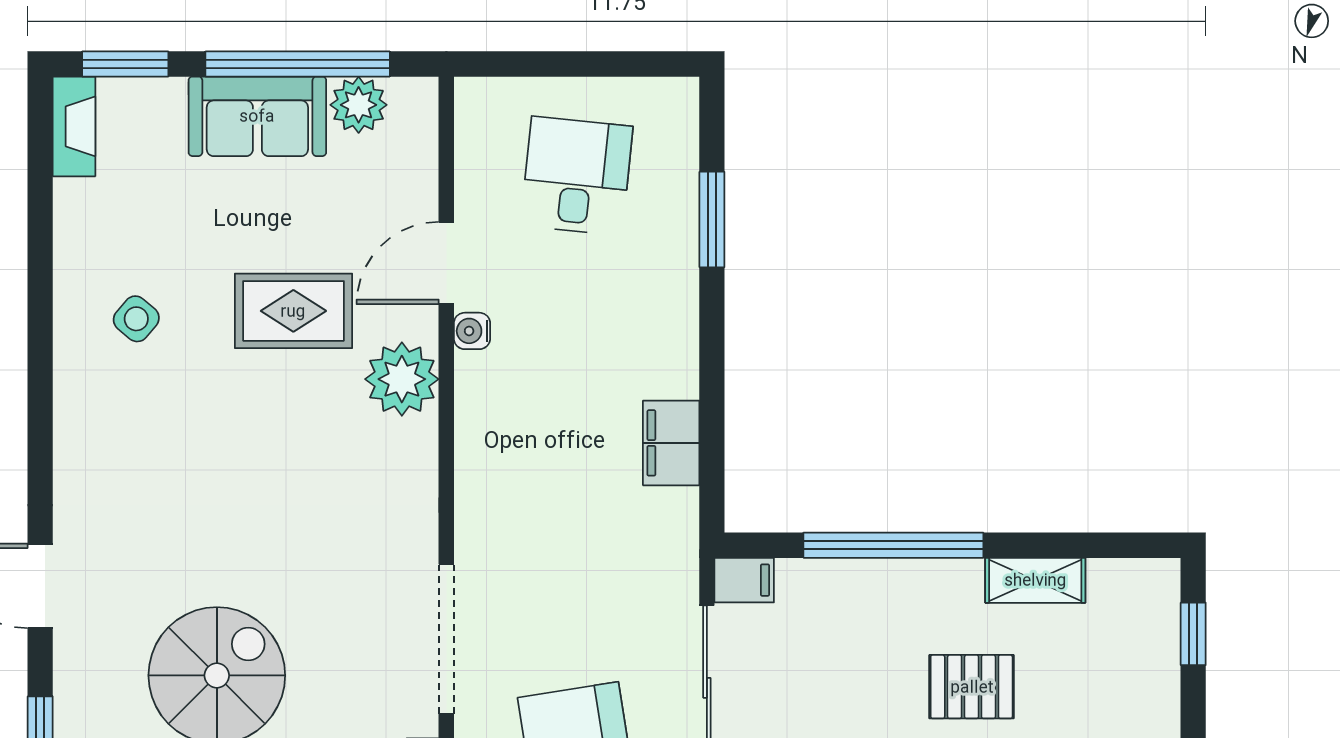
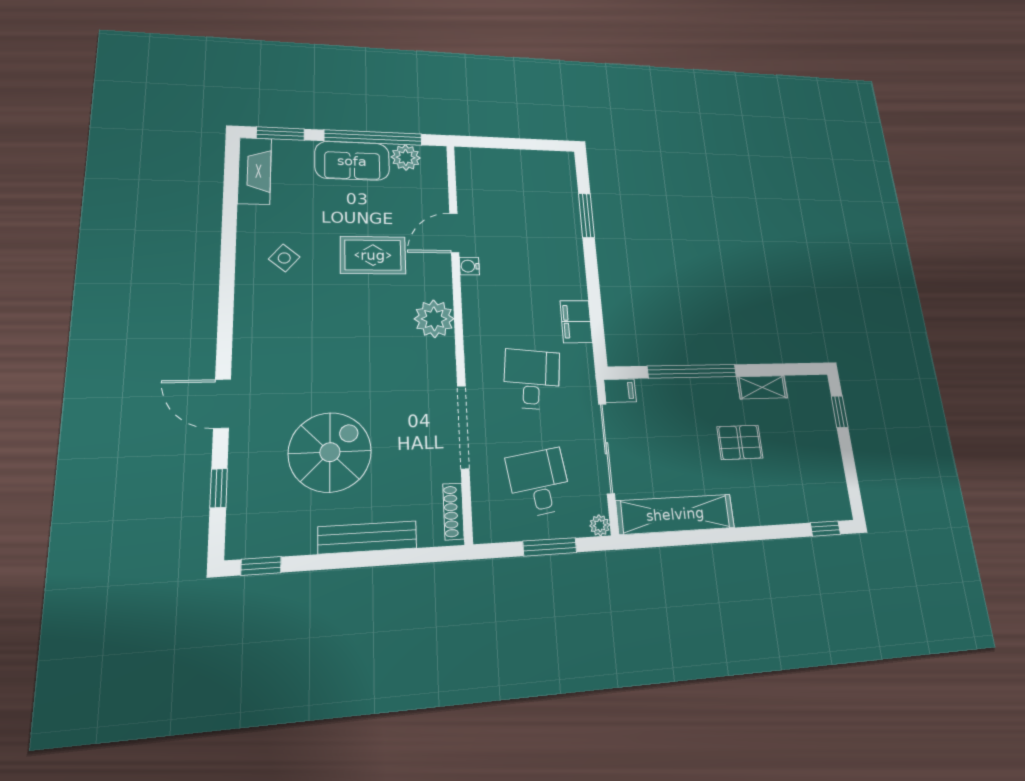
fireplace: (74, 126) -> (255, 171), width x1.37, depth x1.32
desk: (577, 176) -> (532, 379), moved
plant: (402, 379) -> (434, 319), moved

